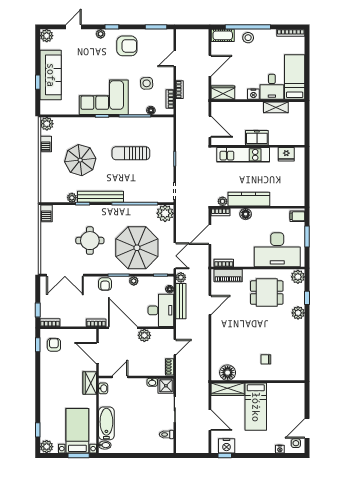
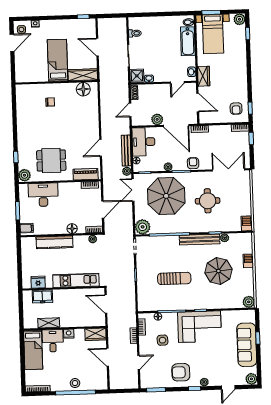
cot: (223, 35) -> (97, 384), removed
door: (210, 66) -> (108, 357), hinge flipped
freezer: (257, 138) -> (42, 296), moved
barbecue: (46, 144) -> (248, 261), moved
kitchen counter: (249, 199) -> (55, 242), moved
desk: (277, 250) -> (43, 195), width x0.73, depth x0.77
plant: (298, 313) -> (23, 144), removed
nightstand: (227, 446) -> (82, 25), removed

